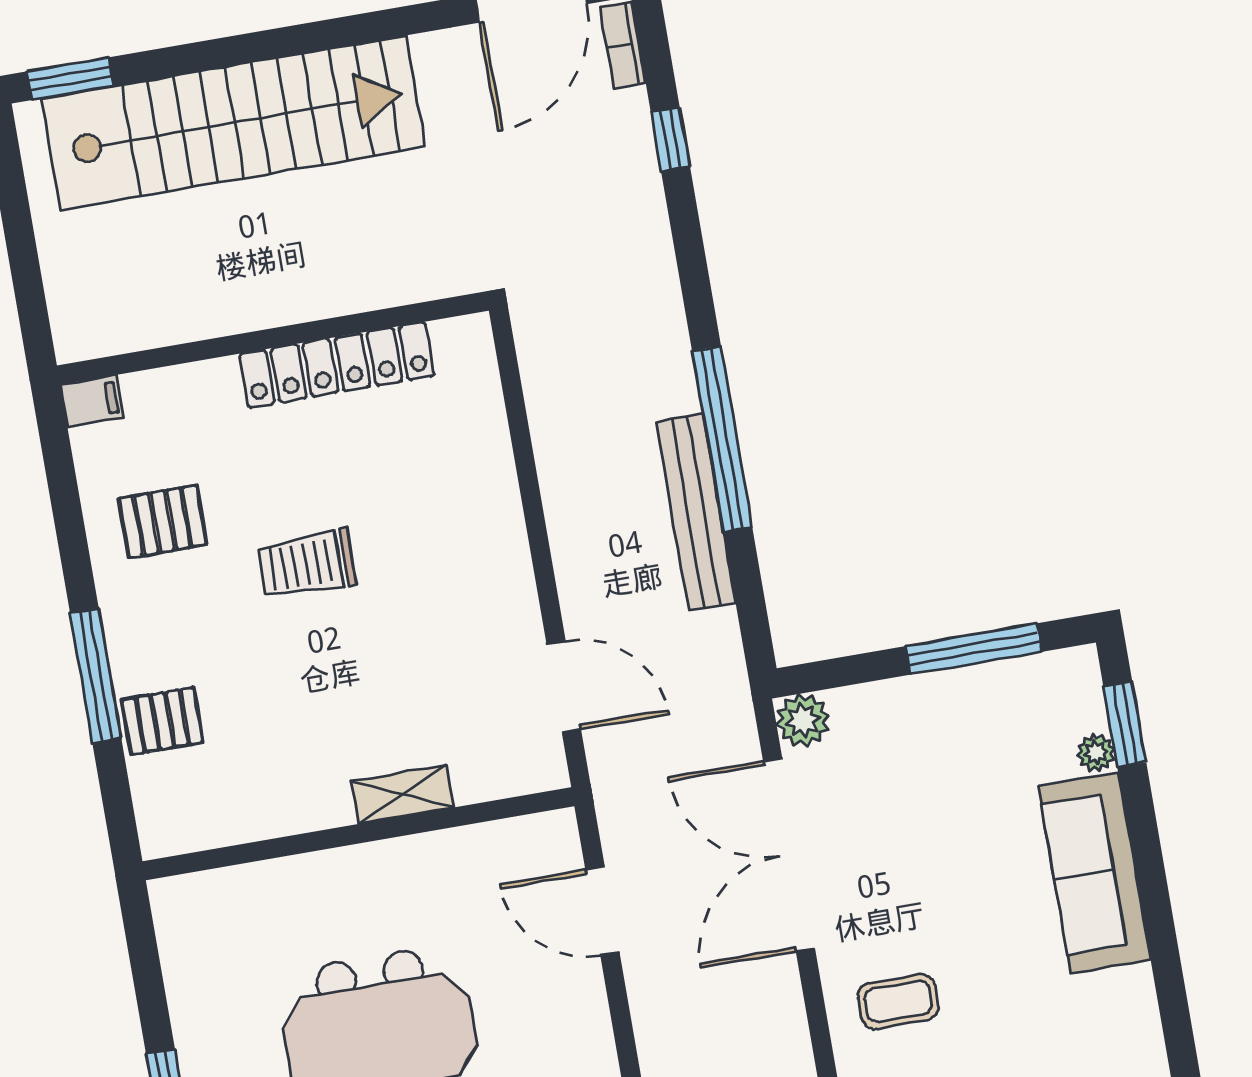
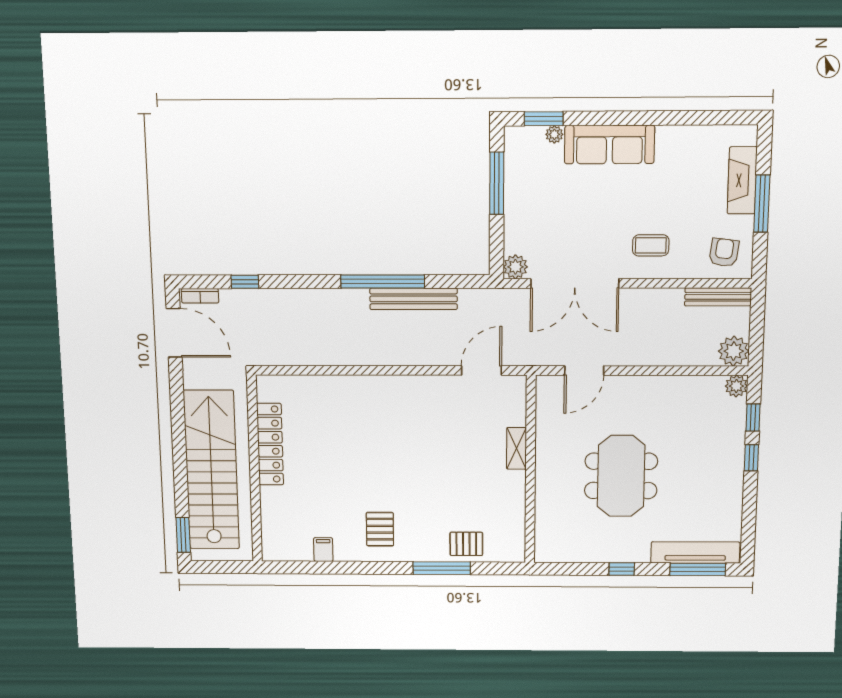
wall: (273, 338) -> (254, 469), moved
locker: (337, 365) -> (270, 444), moved
trolley: (307, 564) -> (408, 472), removed
pallet: (162, 721) -> (466, 544), turned 90
coffee table: (898, 1002) -> (651, 245), turned 90

